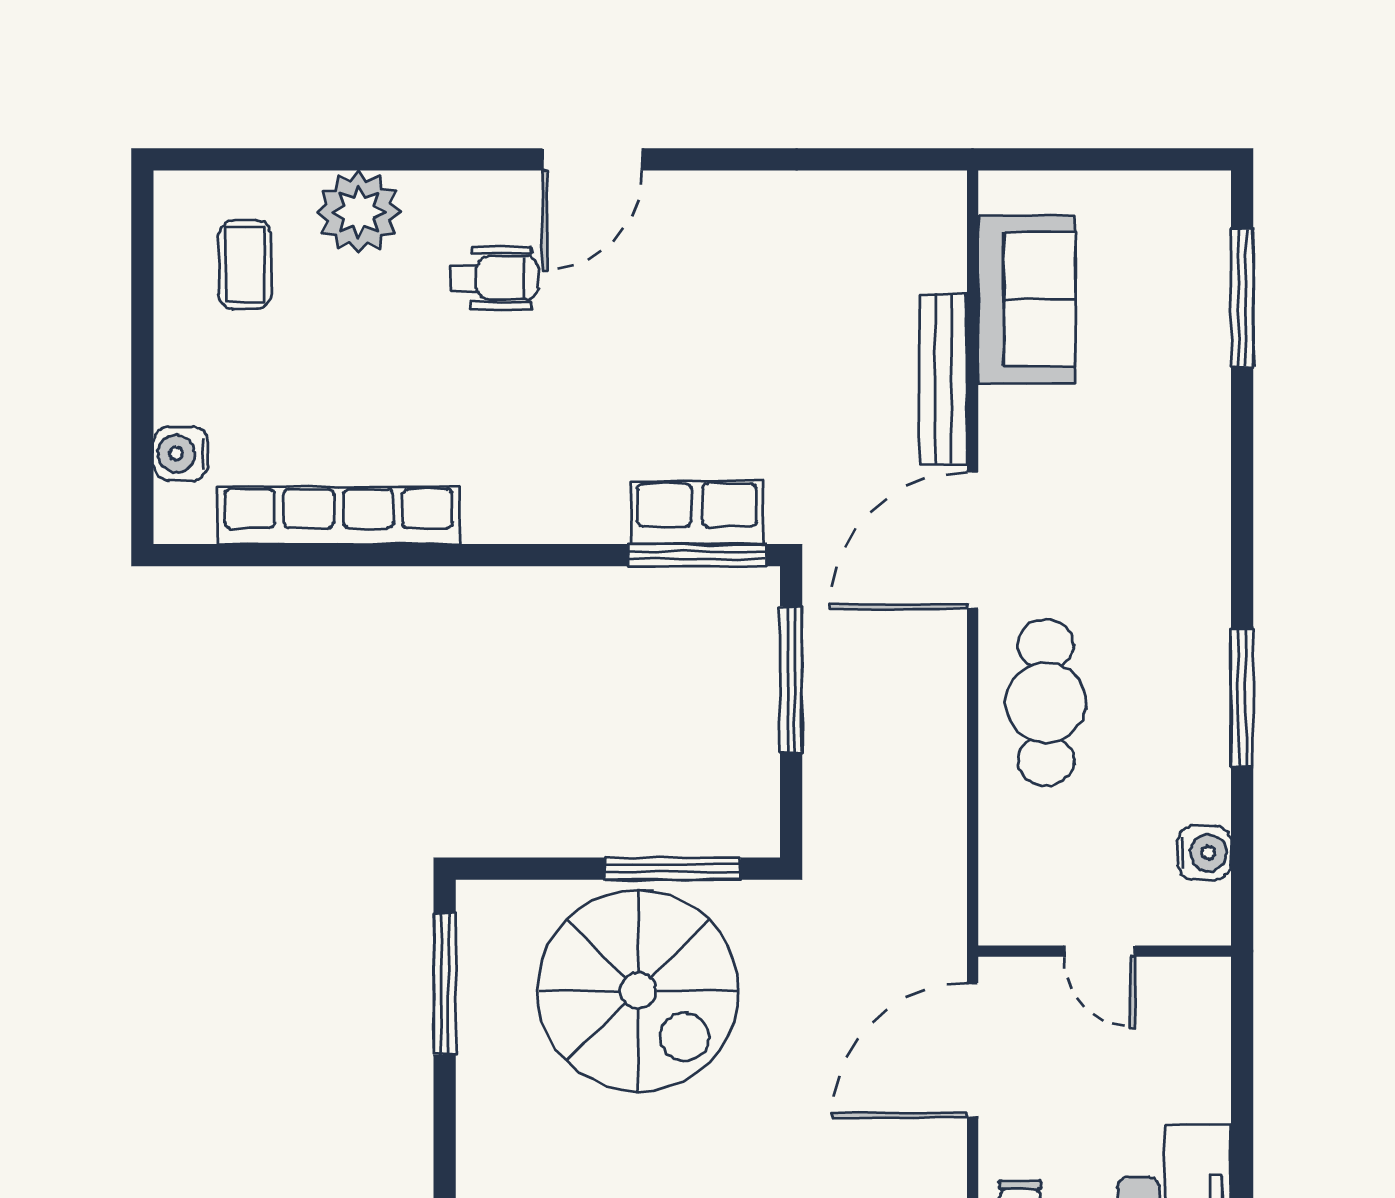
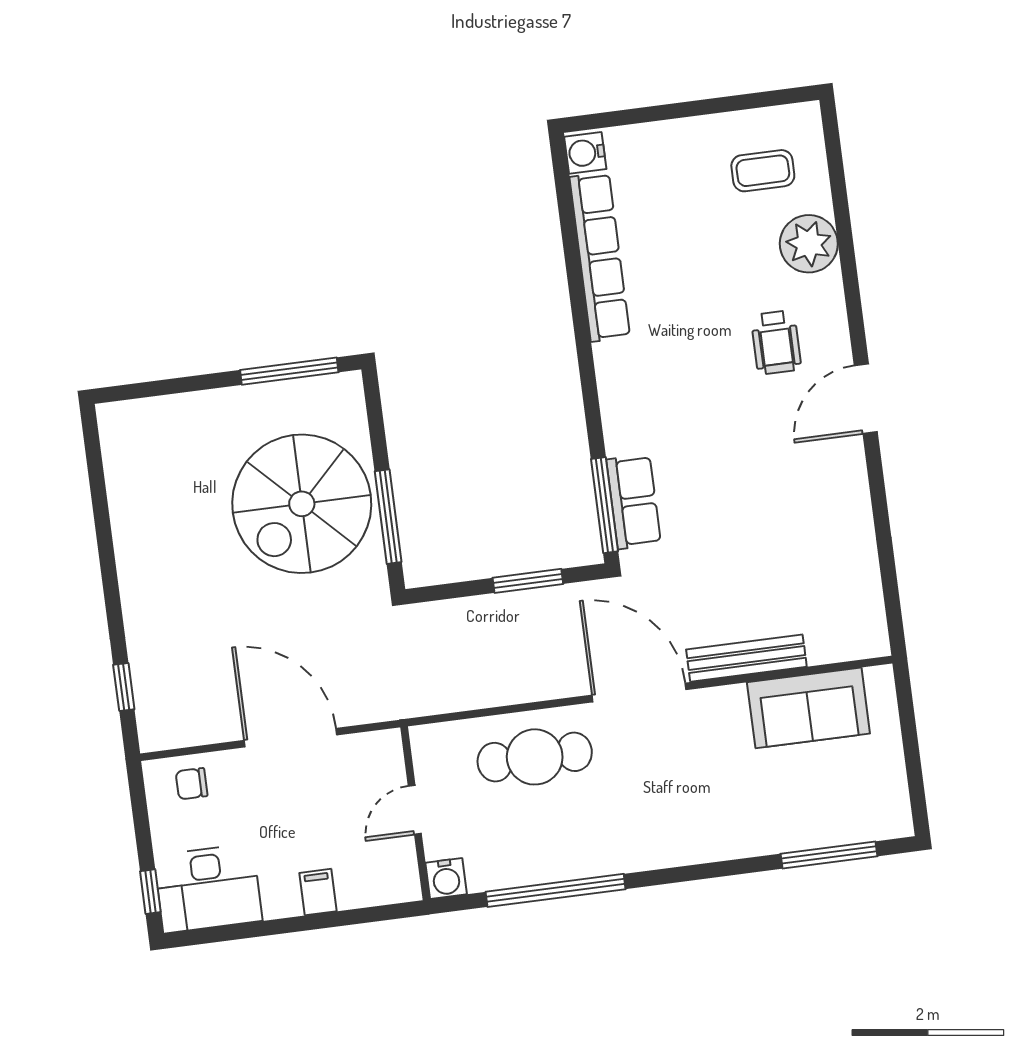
door: (592, 159) -> (866, 399), hinge flipped
water cooler: (181, 454) -> (585, 153), moved, turned -90
window: (791, 680) -> (528, 581), width x0.69
window: (1242, 698) -> (556, 890), width x1.46
door: (1100, 951) -> (415, 810), moved
wall: (1105, 951) -> (415, 813), moved
filing cabinet: (1200, 1040) -> (318, 892), added

